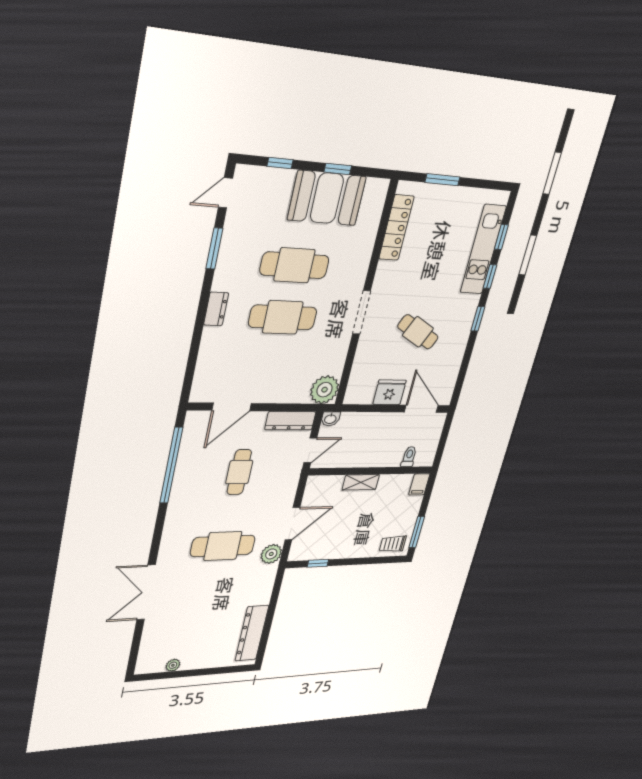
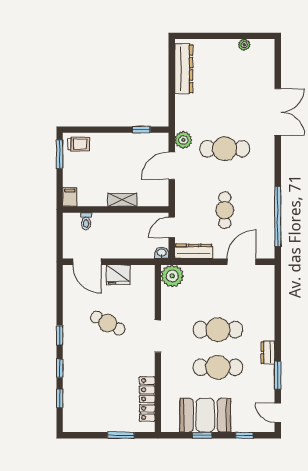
door: (225, 193) -> (278, 413), swing flipped
kitchen unit: (483, 250) -> (72, 388), removed
dresser: (216, 309) -> (268, 353), moved

